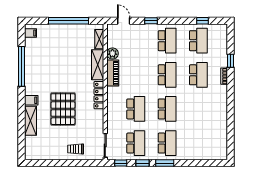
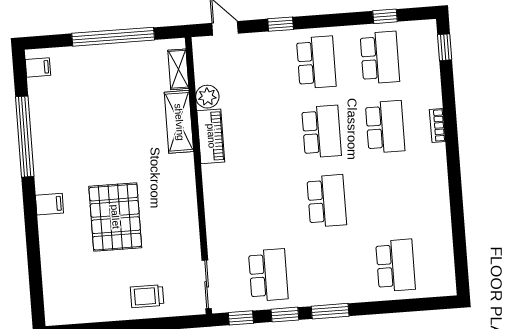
window: (230, 61) -> (445, 47), moved
locker: (99, 95) -> (186, 183), removed
school desk: (136, 109) -> (263, 206), removed
shelving: (31, 121) -> (51, 245), removed
school desk: (167, 143) -> (396, 265), moved

